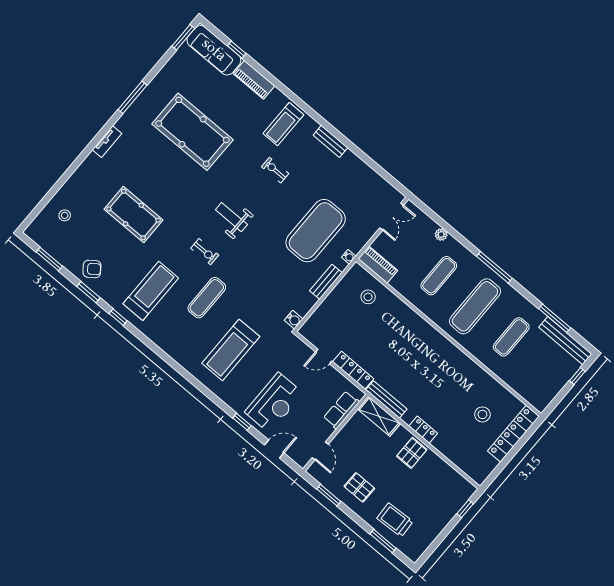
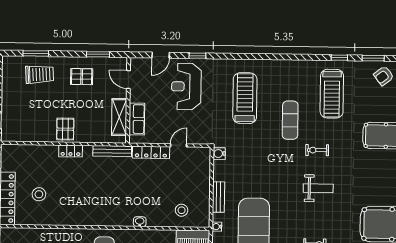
washbasin: (413, 317) -> (140, 222), added
shelving: (379, 416) -> (119, 117), moved, turned 90

